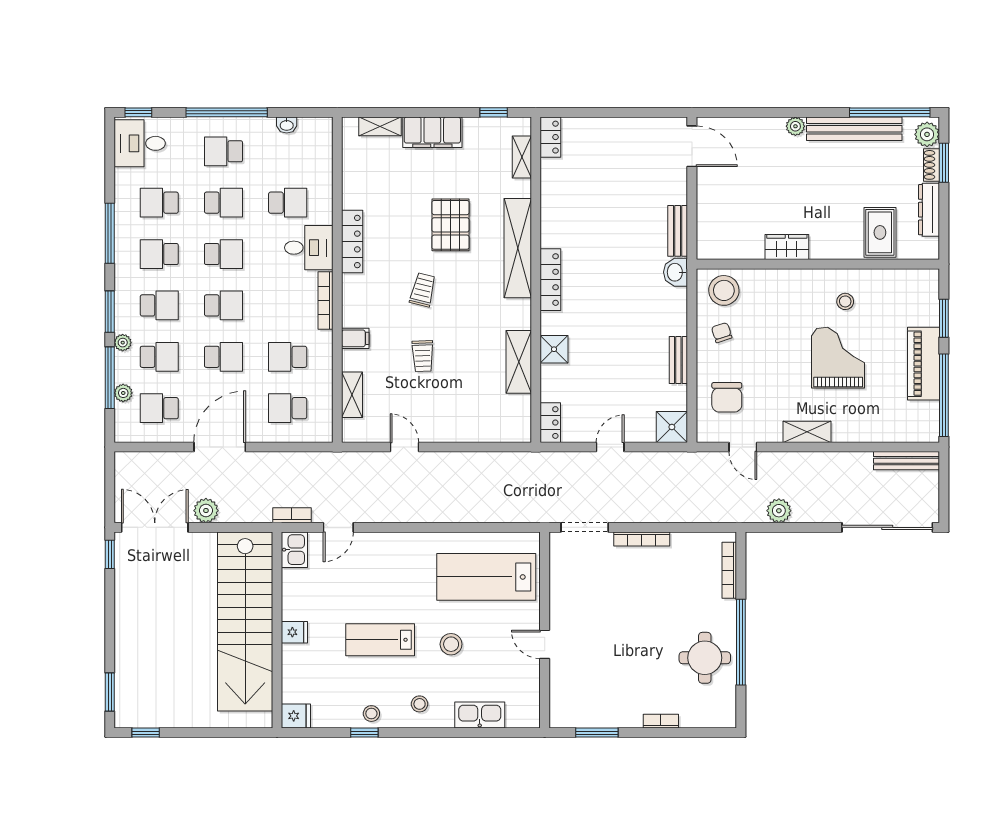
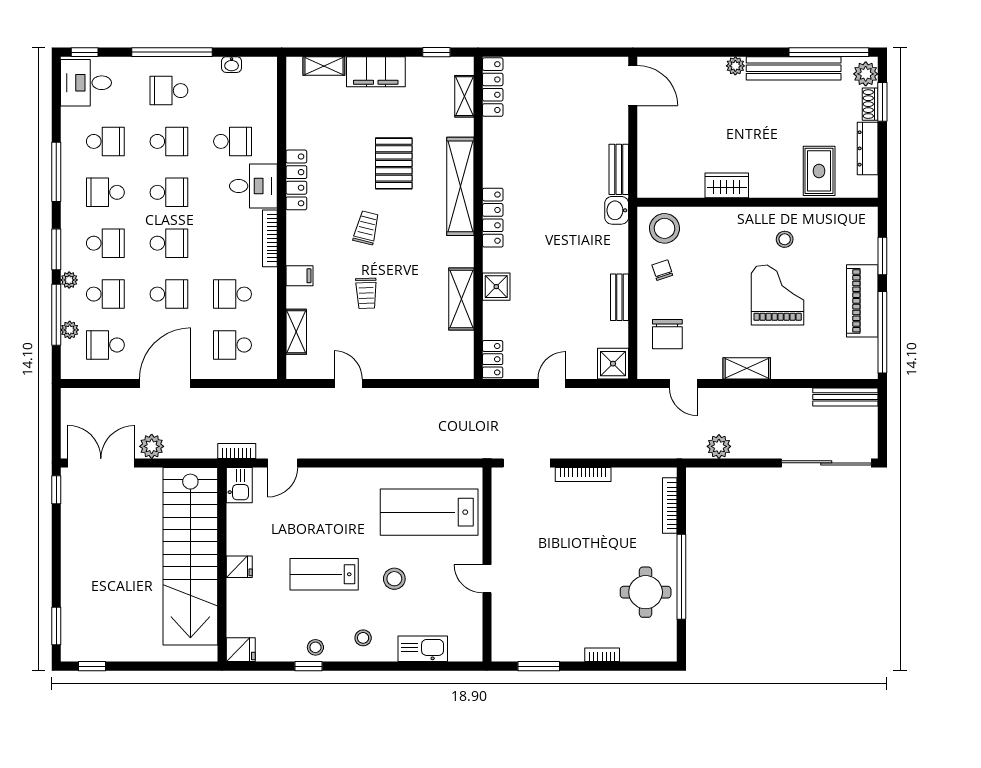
locker: (550, 137) -> (493, 87), width x1.53
school desk: (159, 203) -> (105, 141), turned 180

